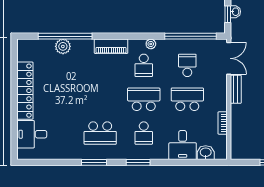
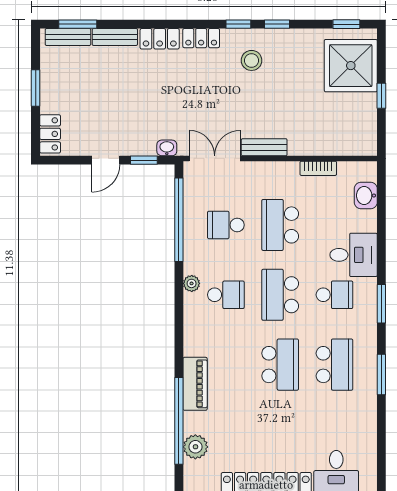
washbasin: (235, 12) -> (167, 148), moved
plant: (63, 46) -> (195, 447), moved
piano: (111, 46) -> (195, 384), moved
school desk: (100, 99) -> (280, 365), added
desk: (183, 145) -> (354, 255), moved

